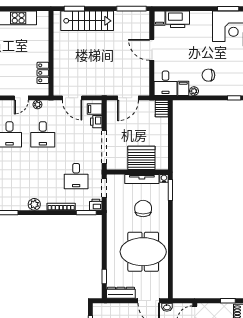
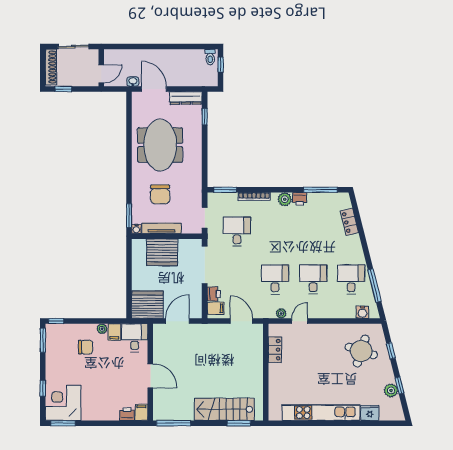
printer: (178, 19) -> (127, 414), width x0.53, depth x0.68
server rack: (162, 109) -> (147, 305), width x2.18, depth x1.44
printer: (96, 205) -> (300, 199), moved
meeting table: (143, 252) -> (160, 145), turned 90

